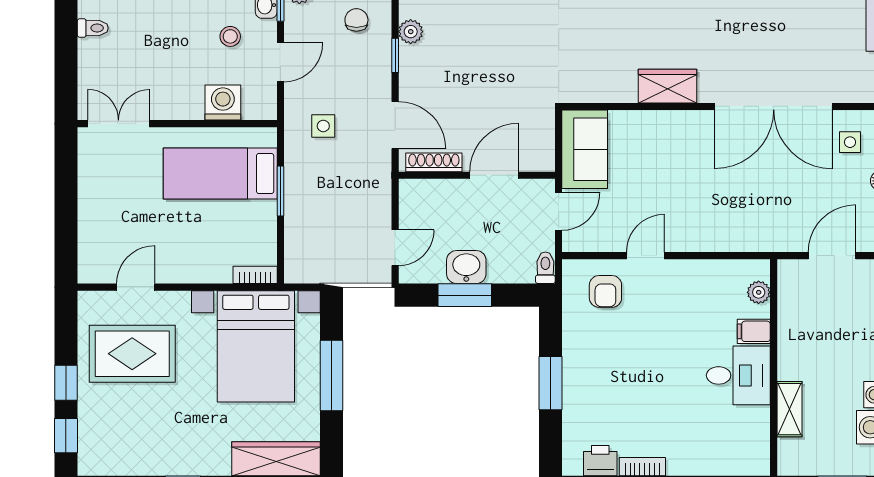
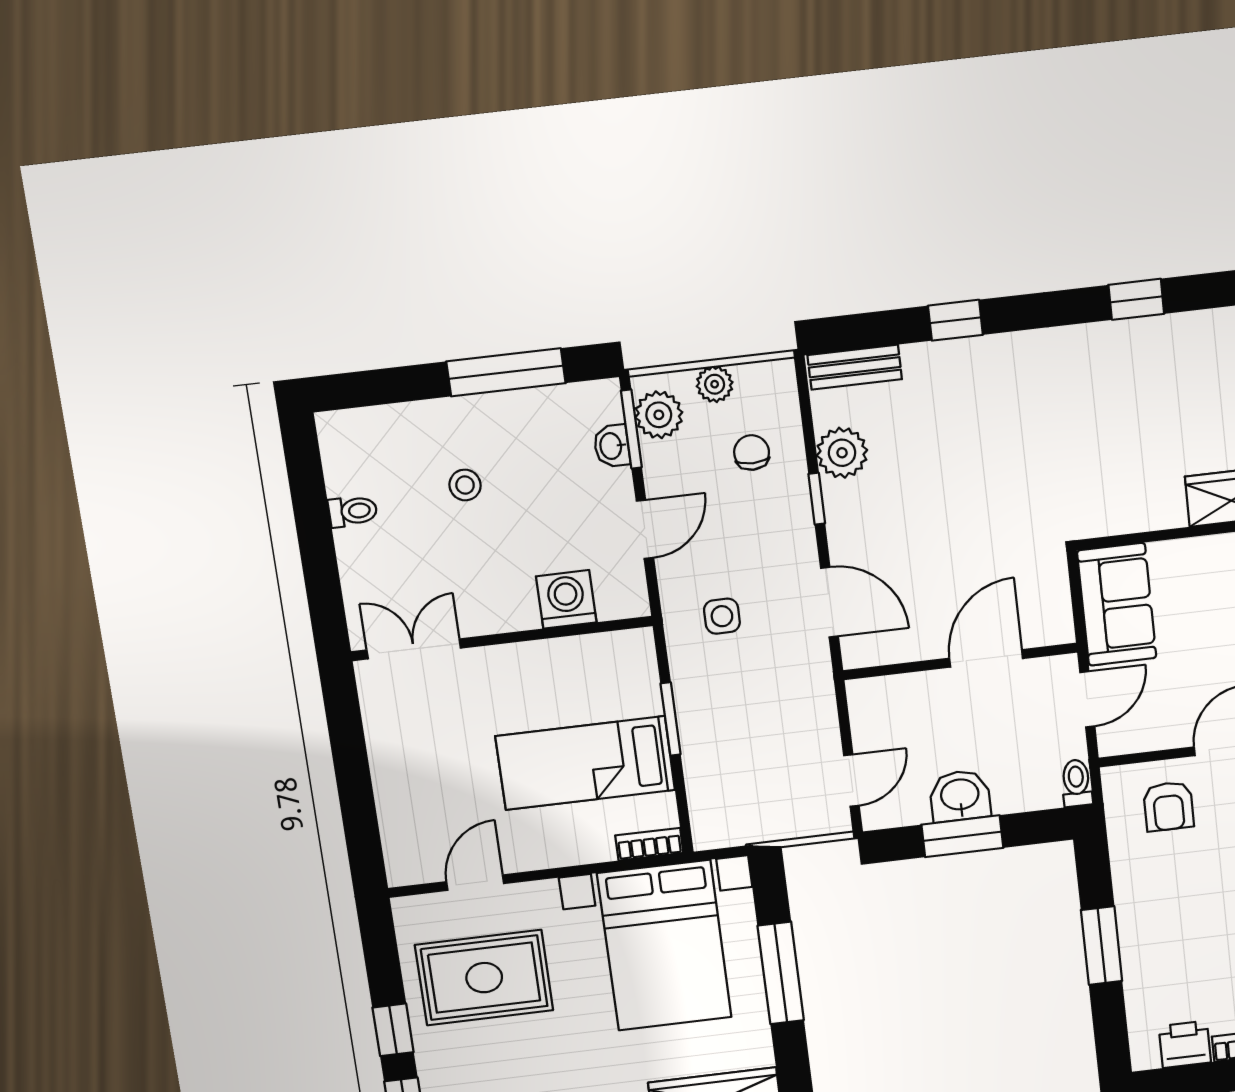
plant: (411, 32) -> (842, 453), width x1.38, depth x1.38
stool: (230, 36) -> (465, 485), moved
shoe rack: (434, 162) -> (894, 650), removed
bed: (220, 173) -> (585, 763), moved

